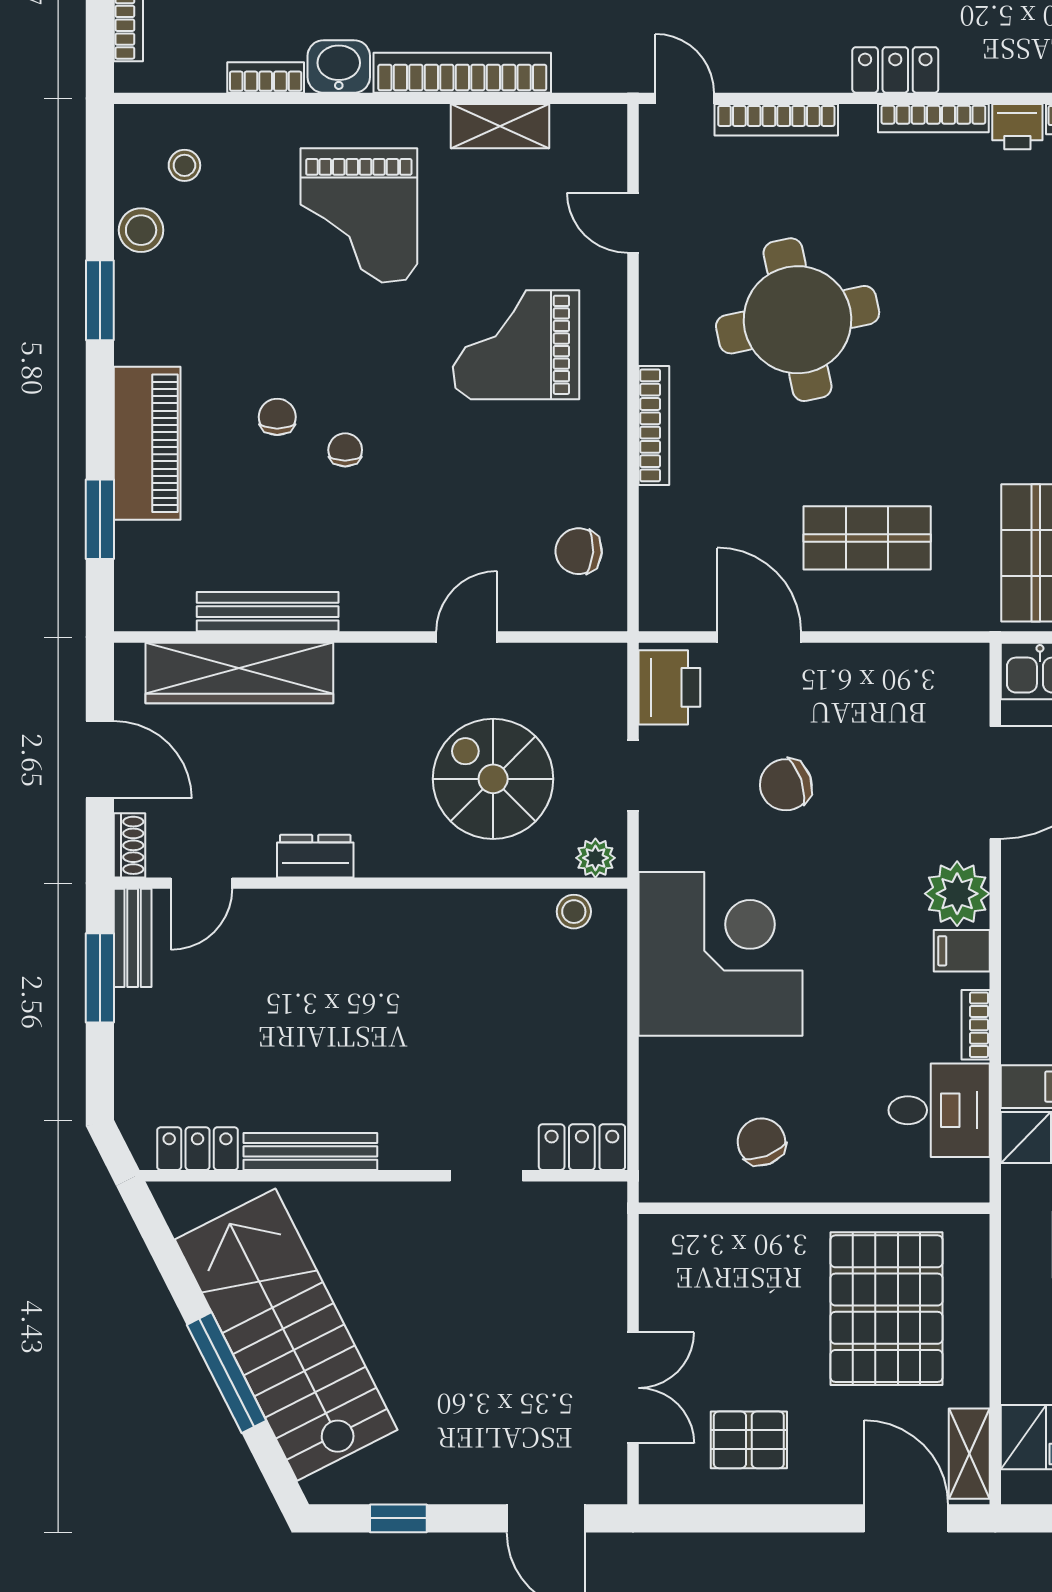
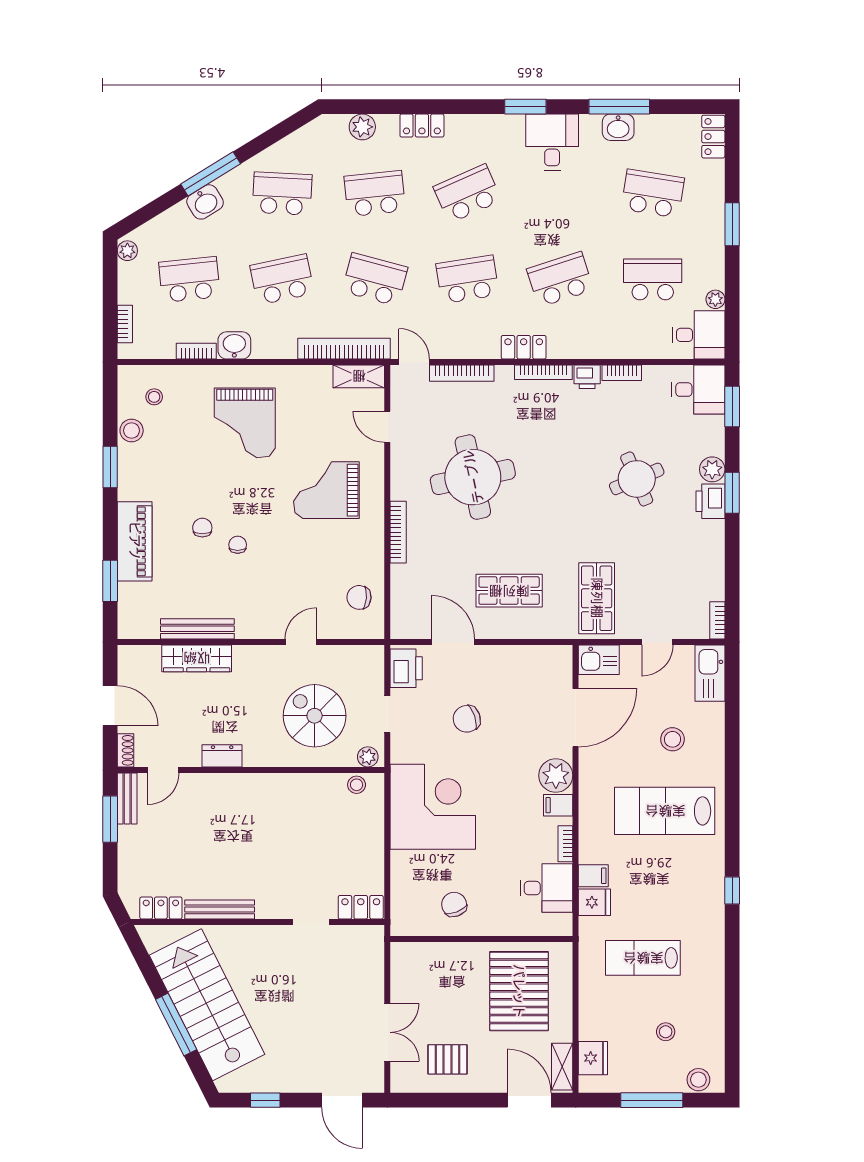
bookcase: (462, 73) -> (344, 349), moved
shelving: (500, 126) -> (359, 376), moved
wardrobe: (239, 673) -> (197, 658), width x0.71, depth x0.85

